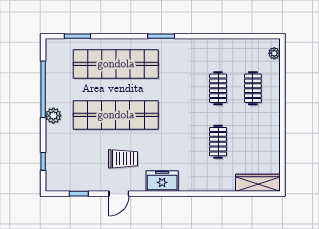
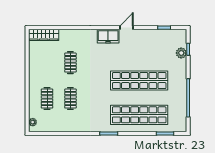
plant: (53, 116) -> (181, 53), moved
trolley: (123, 159) -> (134, 51), removed
door: (119, 194) -> (127, 28), moved

